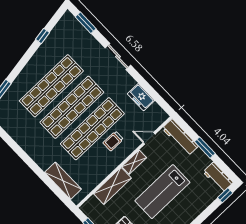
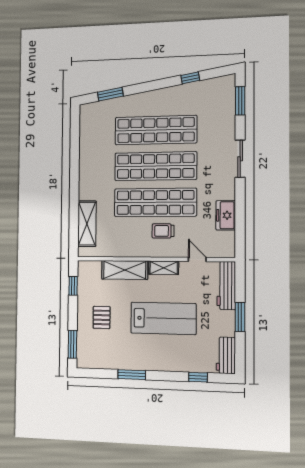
lab bench: (162, 192) -> (163, 318), turned 180
window: (225, 195) -> (198, 377), moved

